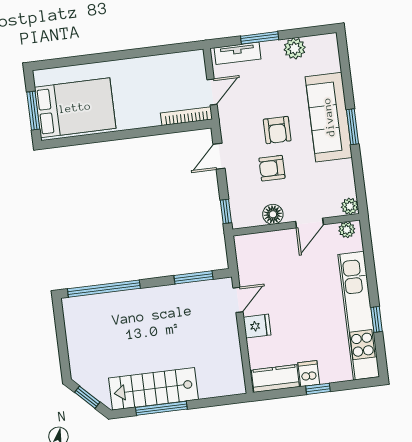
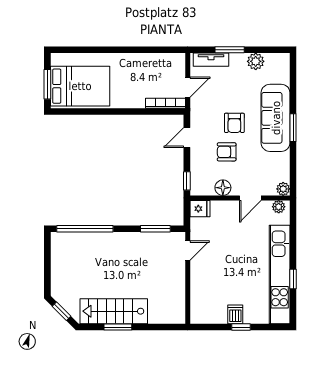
fridge: (257, 326) -> (200, 209), moved
kitchen counter: (275, 379) -> (209, 315), removed
window: (161, 408) -> (118, 327), width x0.69

